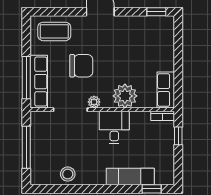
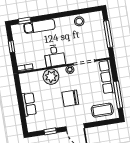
window: (156, 12) -> (50, 131), moved
chair: (81, 66) -> (70, 98), moved
window: (26, 78) -> (118, 95), moved
row of seats: (166, 90) -> (29, 104), moved
window: (178, 136) -> (12, 47), moved

